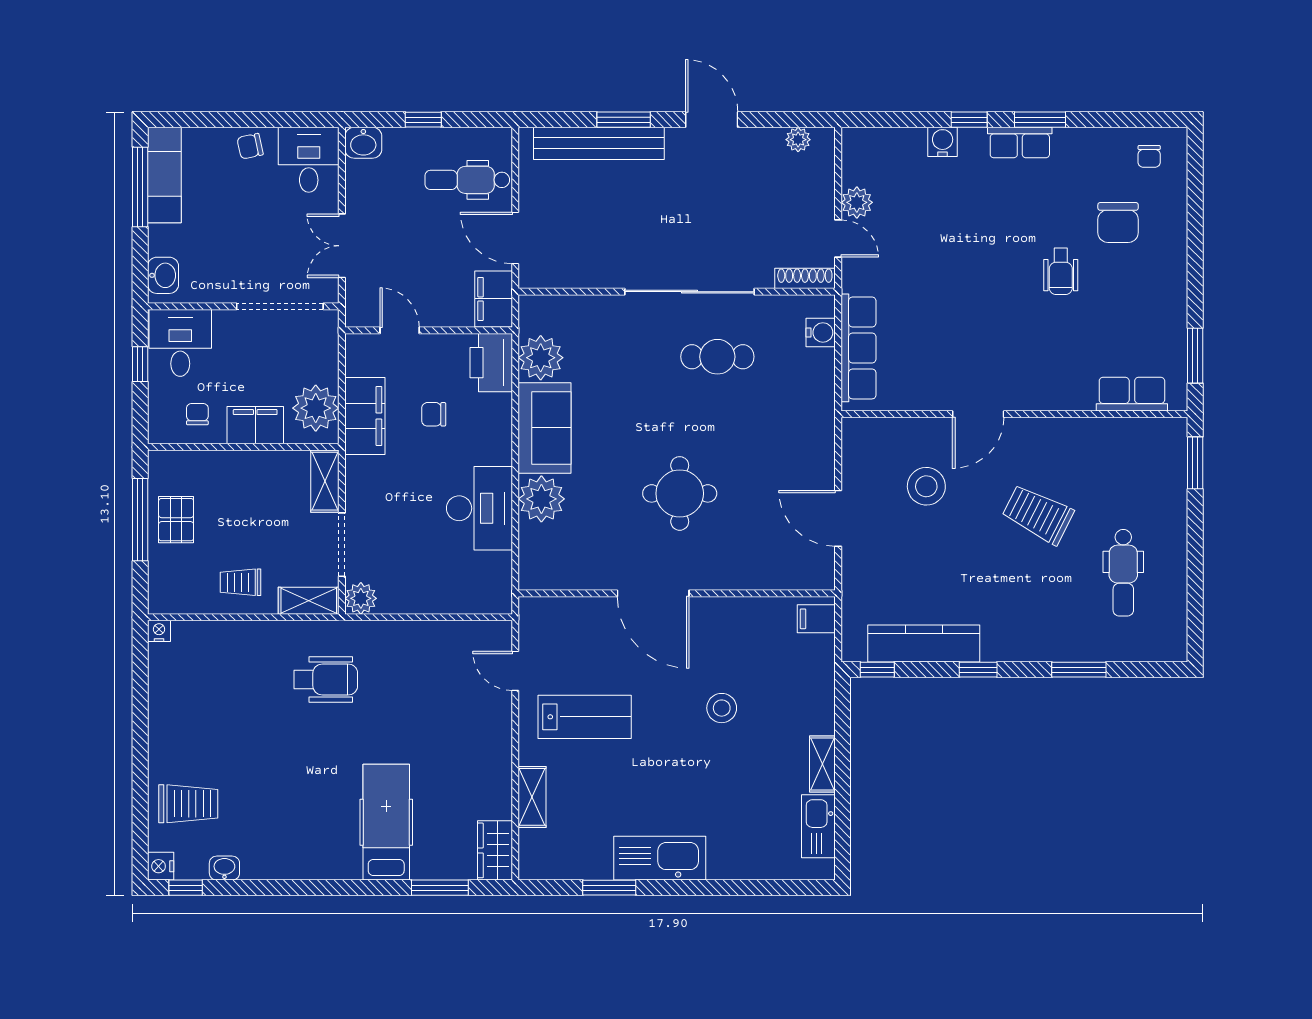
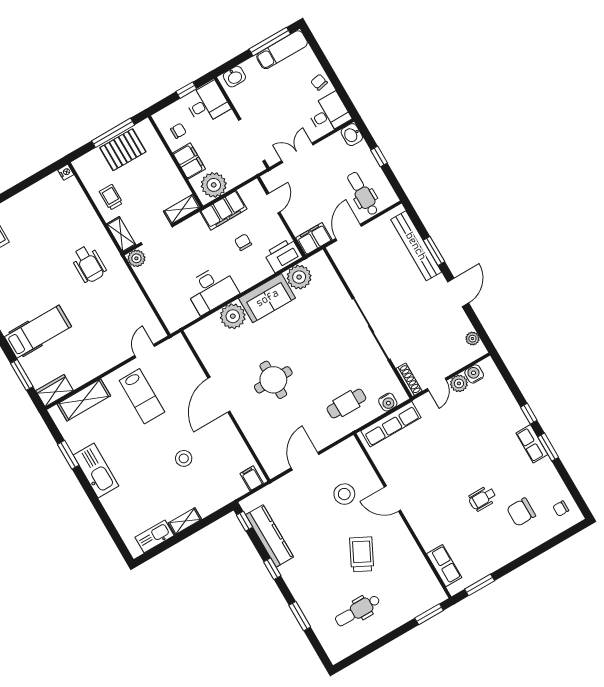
water cooler: (943, 142) -> (474, 374), moved, turned -90
cafe table: (717, 357) -> (346, 404), moved, turned 90
pallet: (176, 520) -> (123, 150), width x1.50, depth x1.42
shelving: (532, 797) -> (84, 400), width x1.50, depth x1.33

